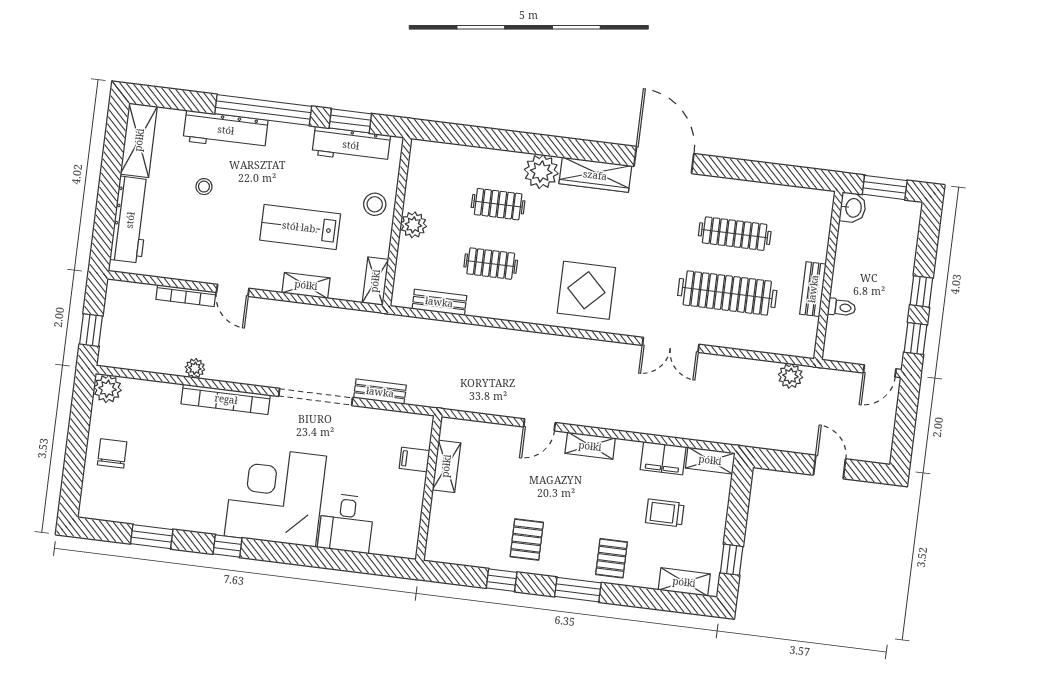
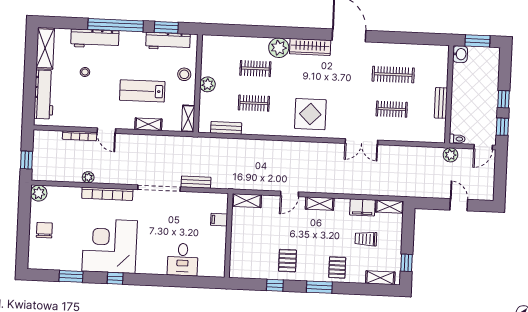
clothes rail: (727, 293) -> (392, 109), width x0.54, depth x0.76
toilet: (842, 307) -> (457, 139), moved
plant: (790, 376) -> (450, 155), moved
shelving: (446, 466) -> (247, 201), moved, turned 90
corner desk: (275, 496) -> (110, 246), moved

